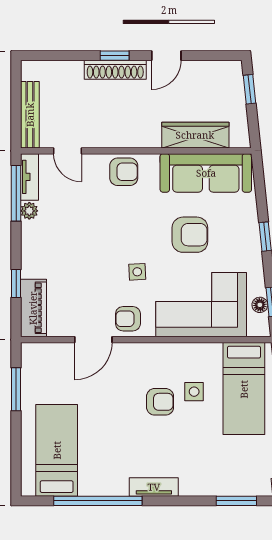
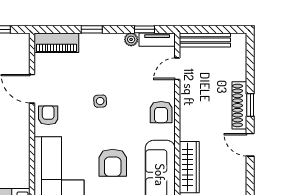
window: (16, 193) -> (145, 29), width x0.46
side table: (137, 272) -> (100, 101), moved
window: (16, 283) -> (92, 29), moved

